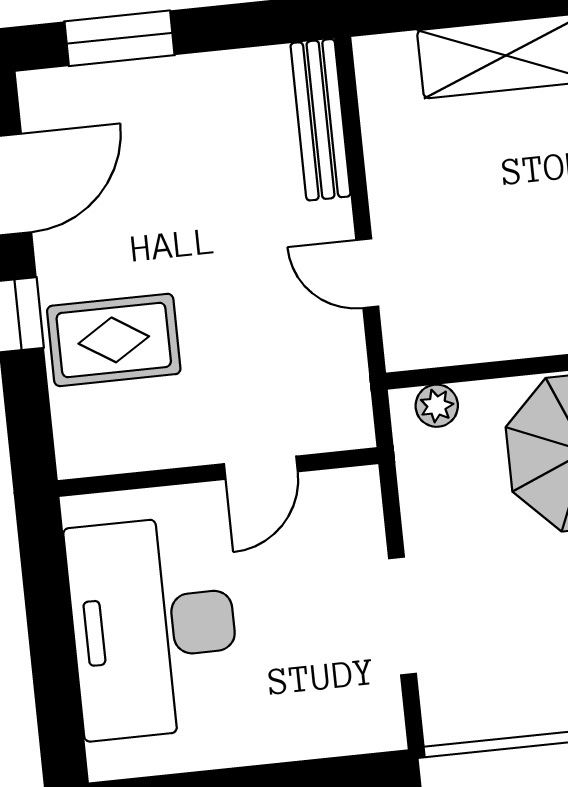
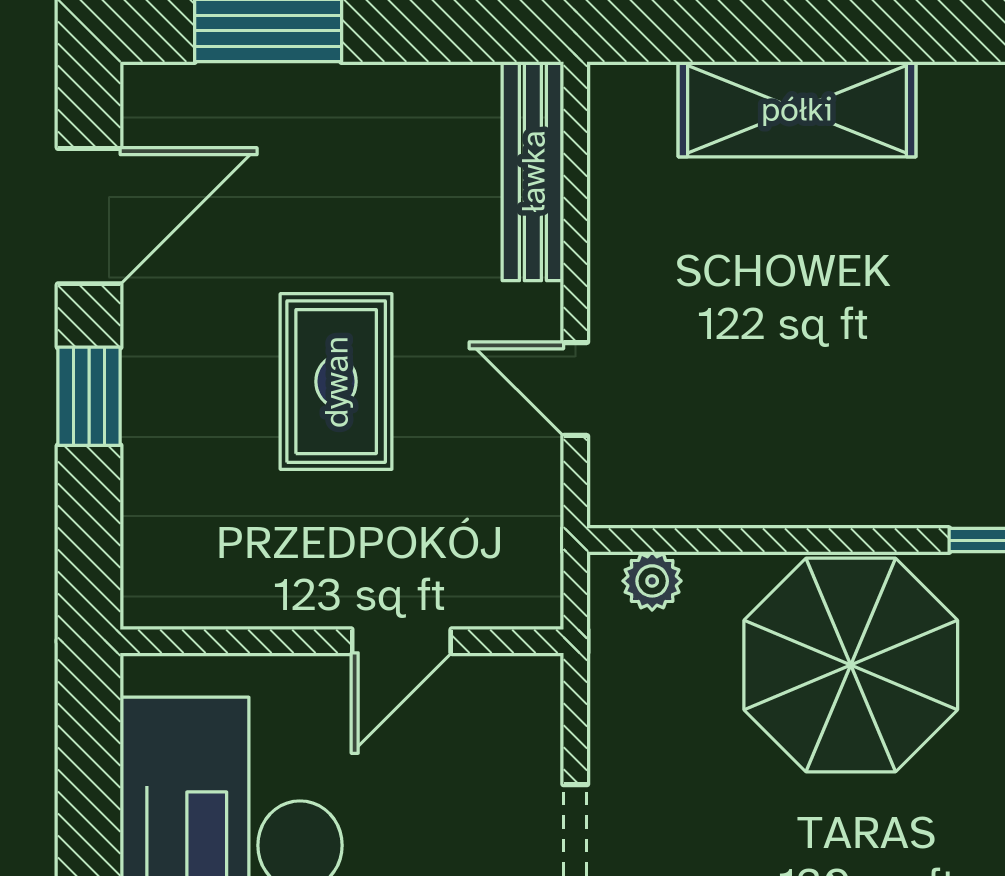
rug: (114, 340) -> (336, 382), moved, turned 90

